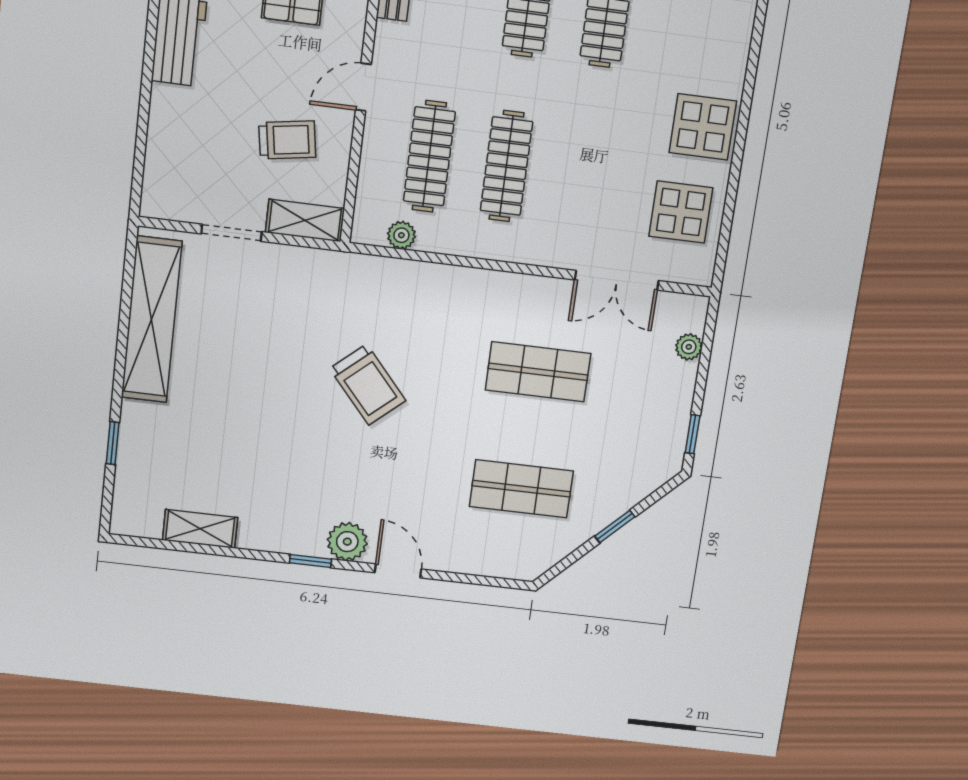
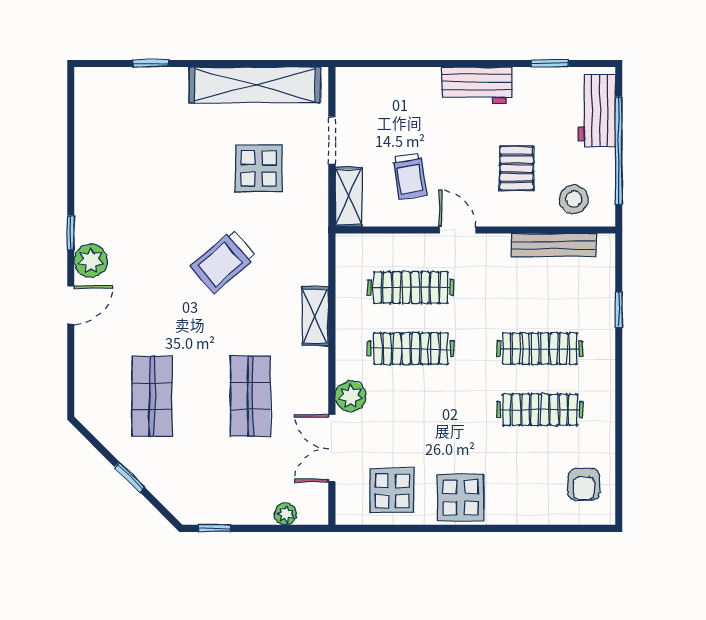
plant: (401, 235) -> (351, 396), moved, width x1.38, depth x1.38
display table: (257, 328) -> (258, 168), added
shelving: (200, 529) -> (315, 316), moved

